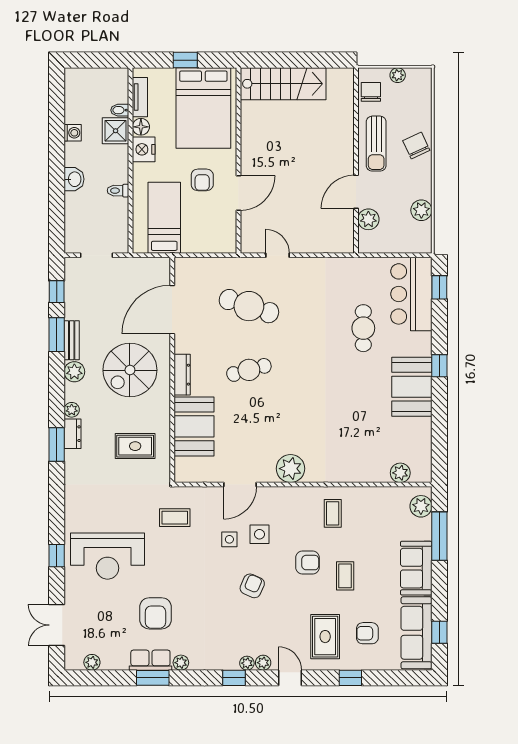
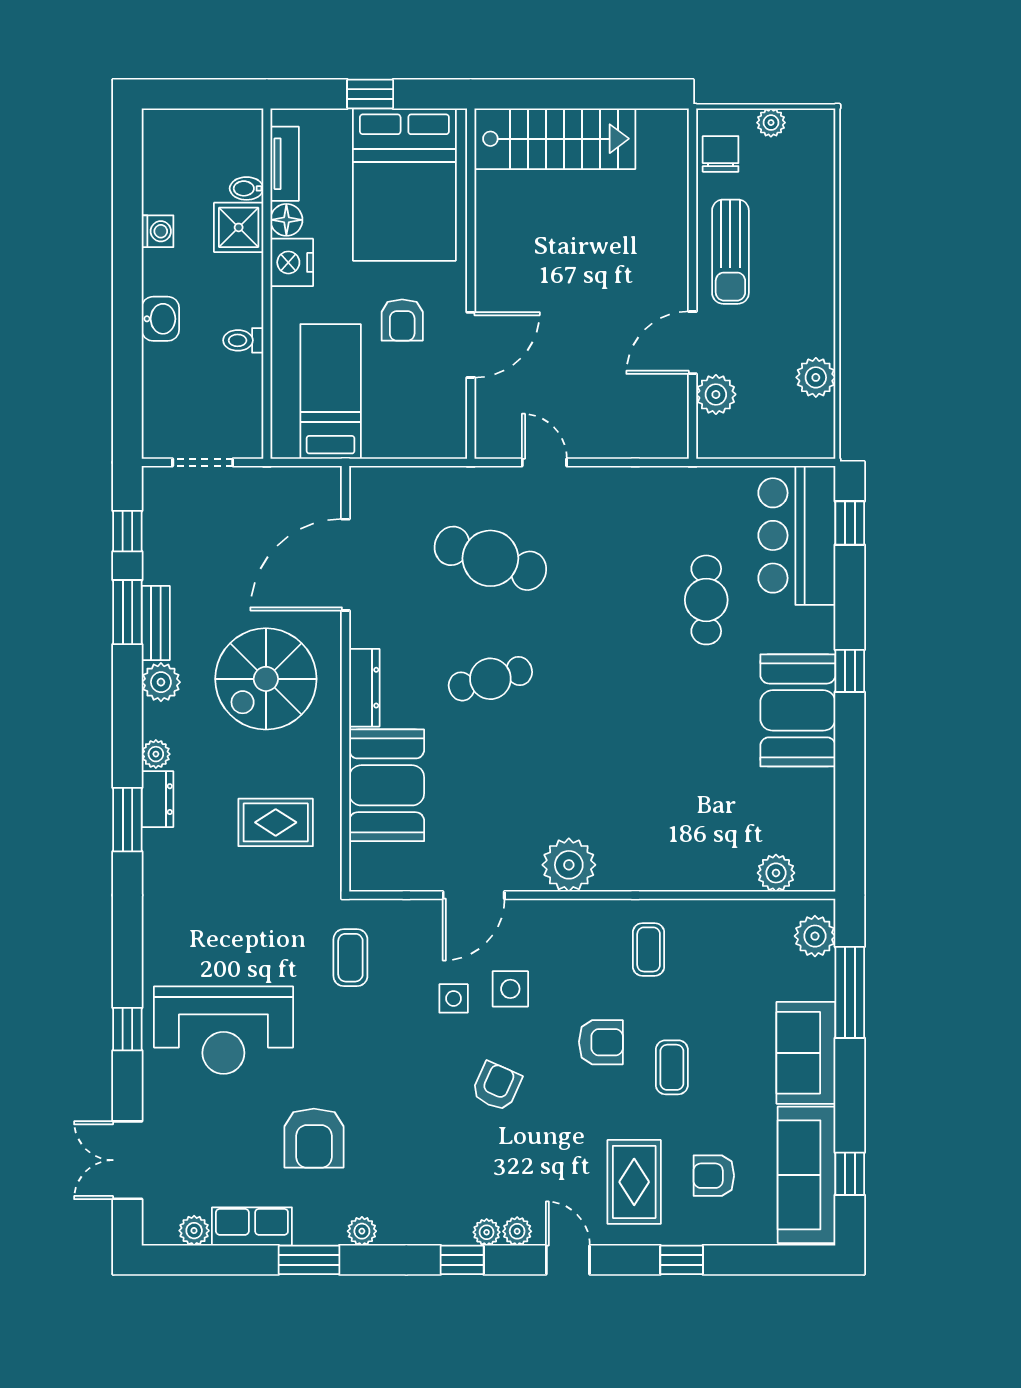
chair: (416, 146) -> (806, 255), removed
coffee table: (175, 518) -> (350, 958), turned 90
row of seats: (150, 660) -> (252, 1226), moved

